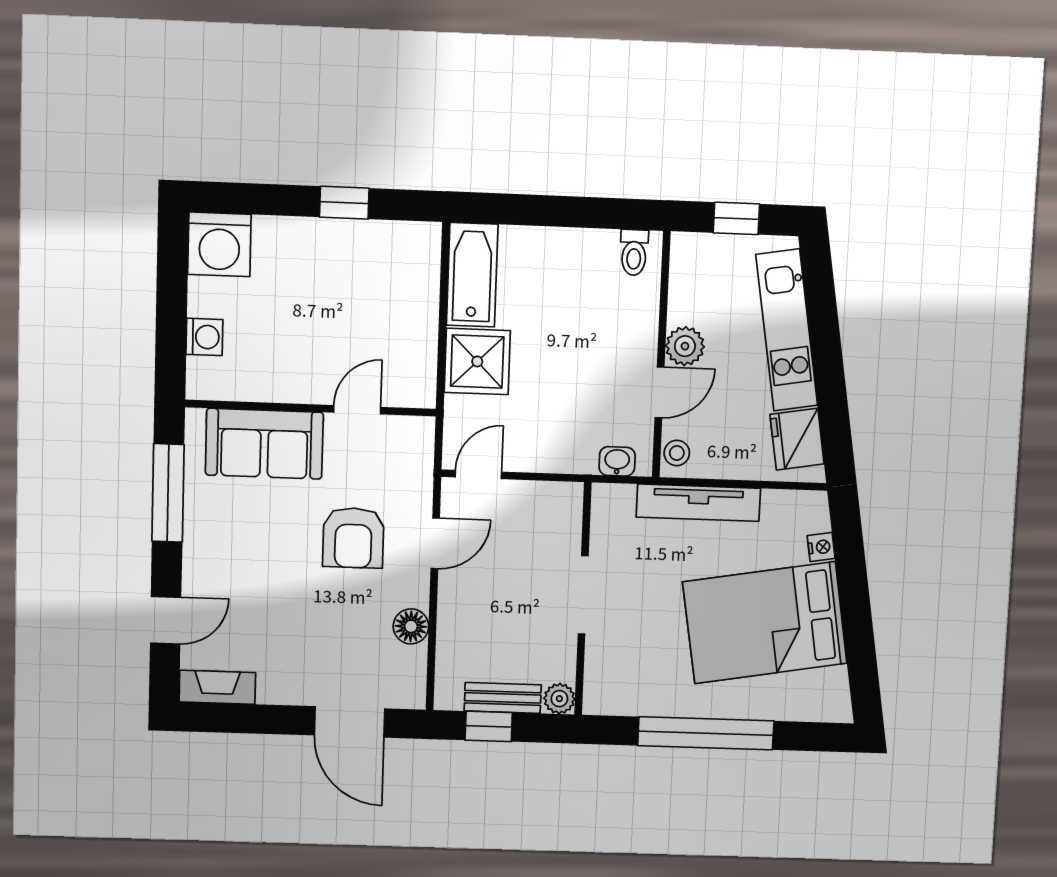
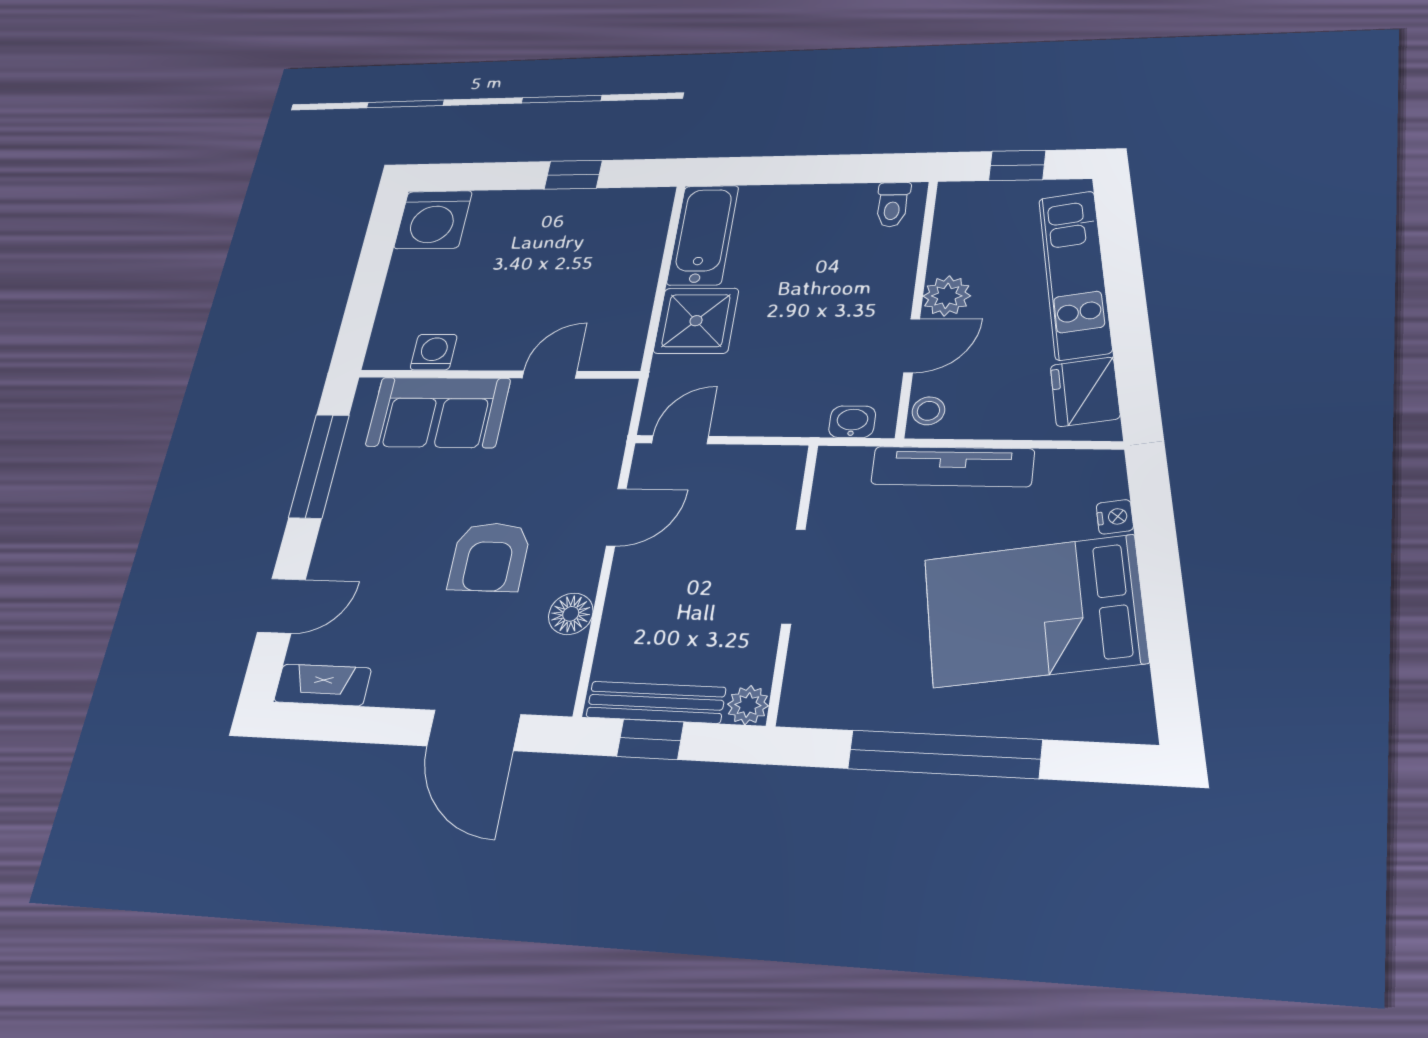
washing machine: (204, 337) -> (434, 352), moved, turned -90
armchair: (353, 538) -> (489, 557), moved
bench: (503, 698) -> (656, 702), width x1.36

